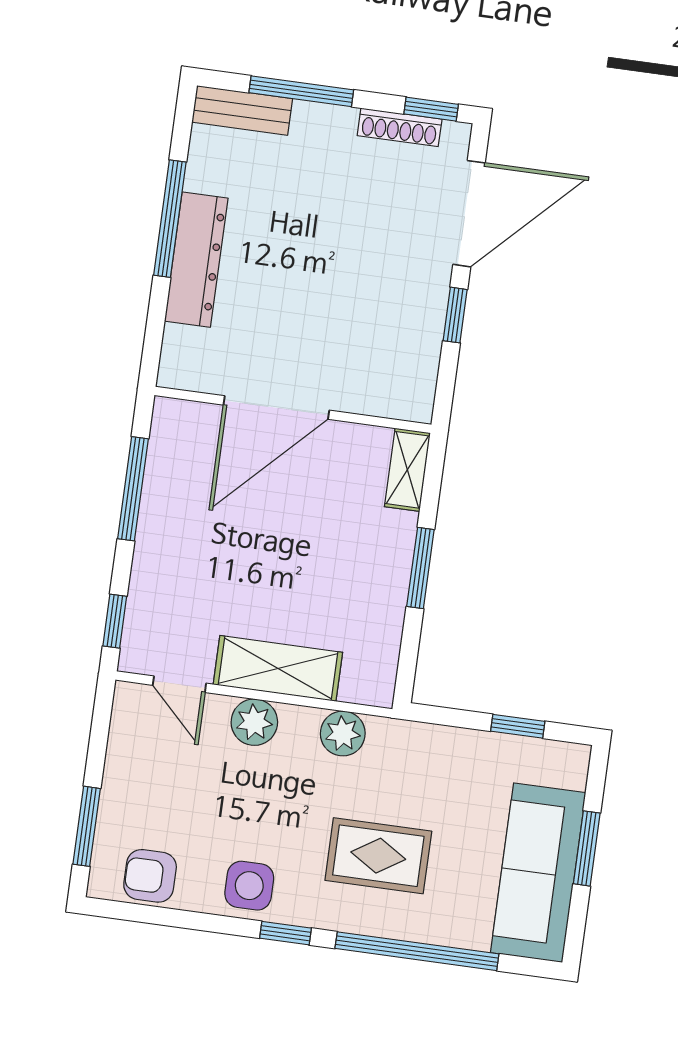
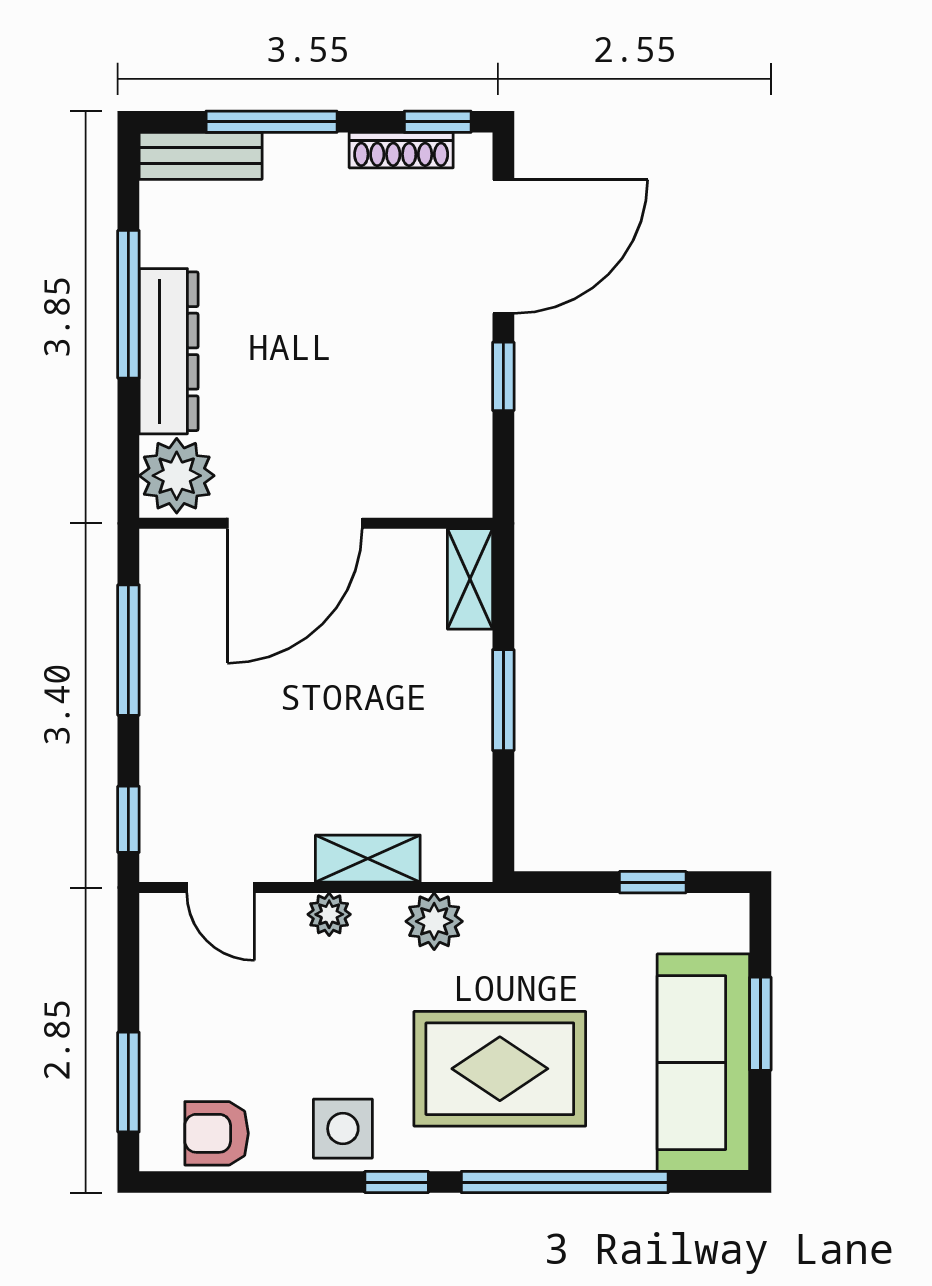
plant: (189, 358) -> (177, 476), added
shelving: (278, 668) -> (368, 859), width x0.67, depth x0.75
plant: (254, 722) -> (329, 914), width x0.73, depth x0.73
rug: (378, 856) -> (500, 1069), width x1.36, depth x1.43

